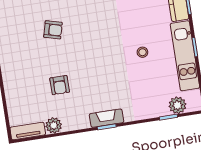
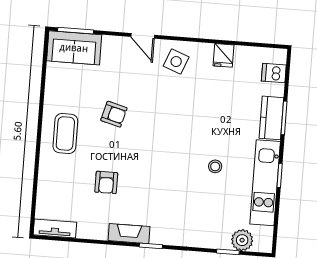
coffee table: (18, 54) -> (65, 134), added
fireplace: (107, 118) -> (129, 234), moved
plant: (54, 125) -> (88, 229), removed

